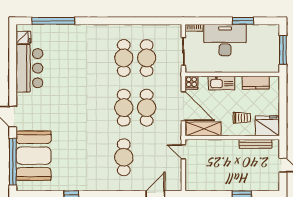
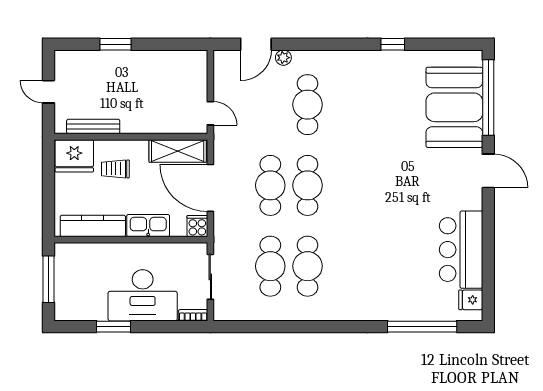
kitchen counter: (256, 83) -> (93, 226), width x1.50
plant: (139, 186) -> (283, 58), added

